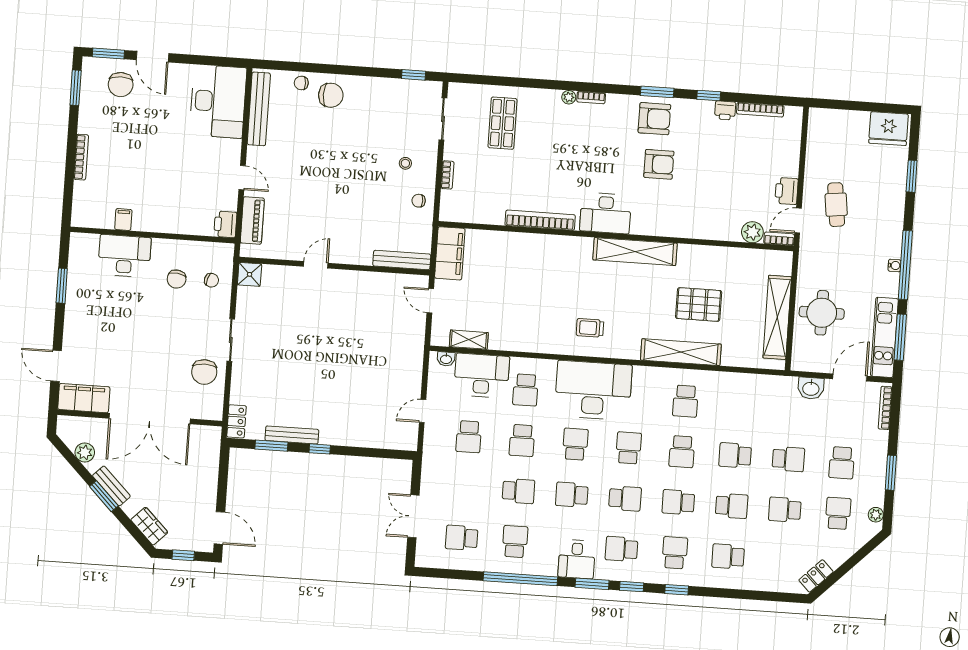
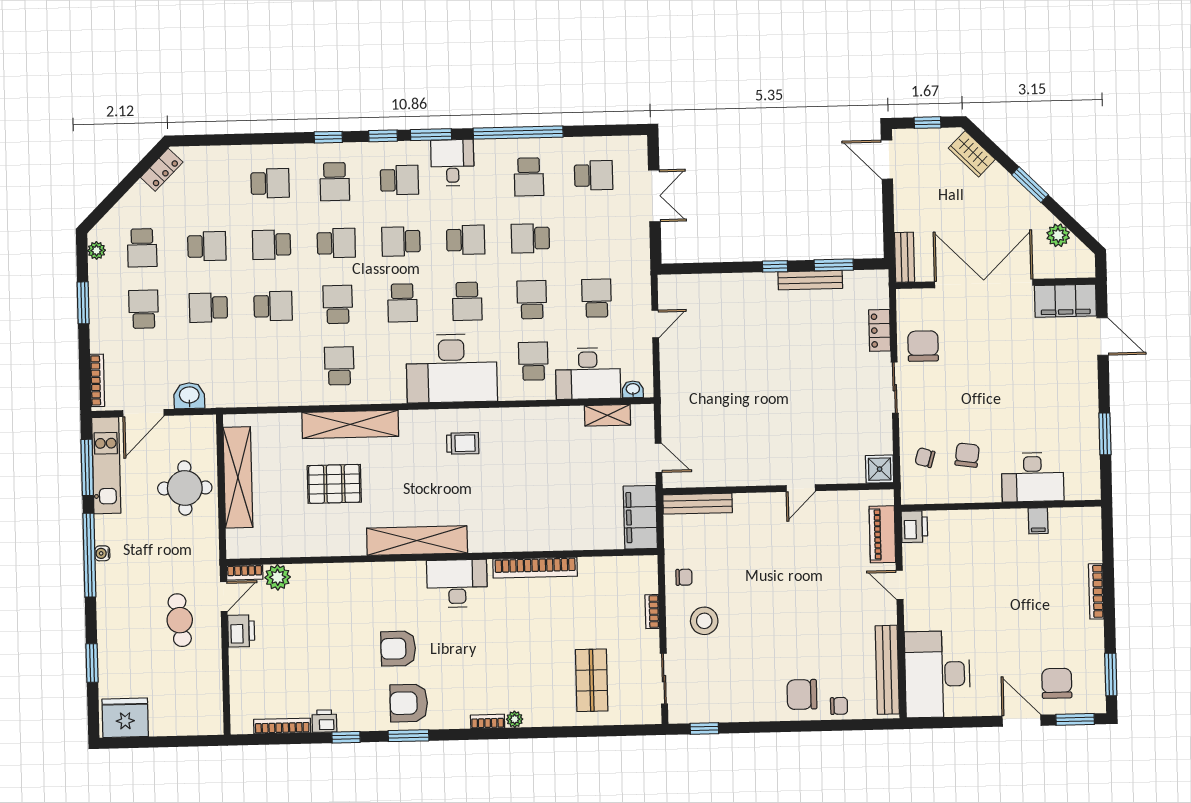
stool: (405, 163) -> (704, 621), width x1.89, depth x1.89
locker: (236, 421) -> (880, 330), moved
bench: (111, 486) -> (904, 257), moved, turned 45

